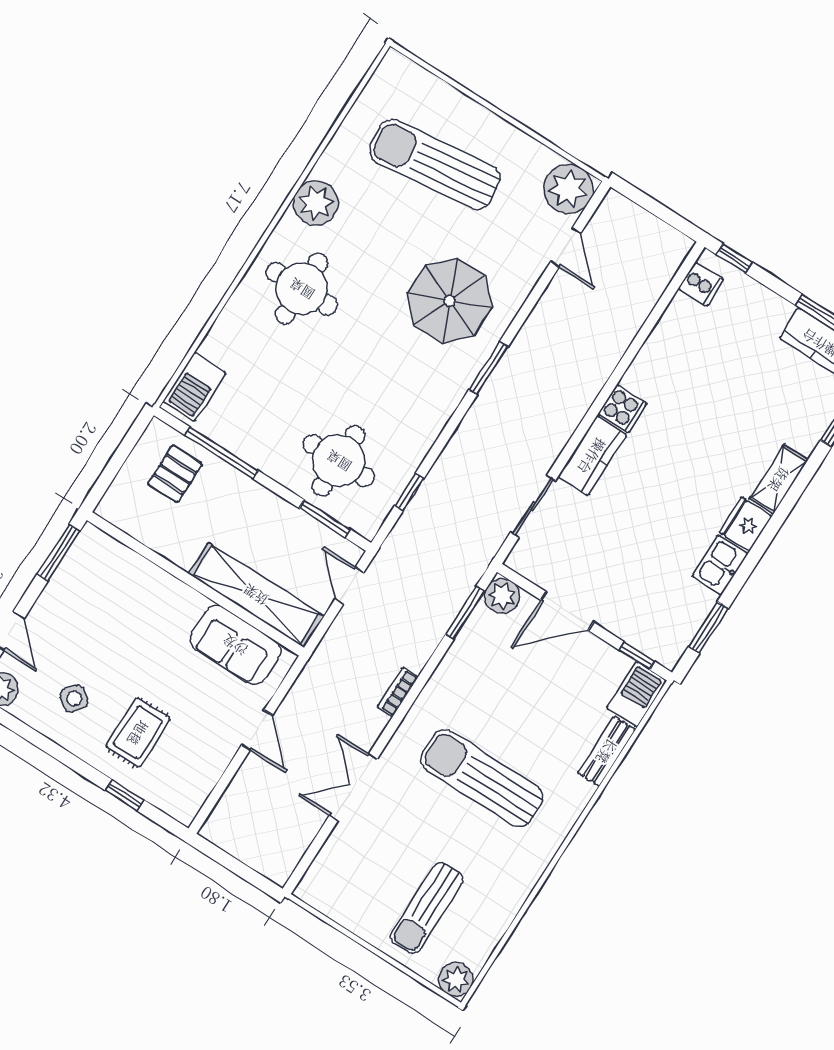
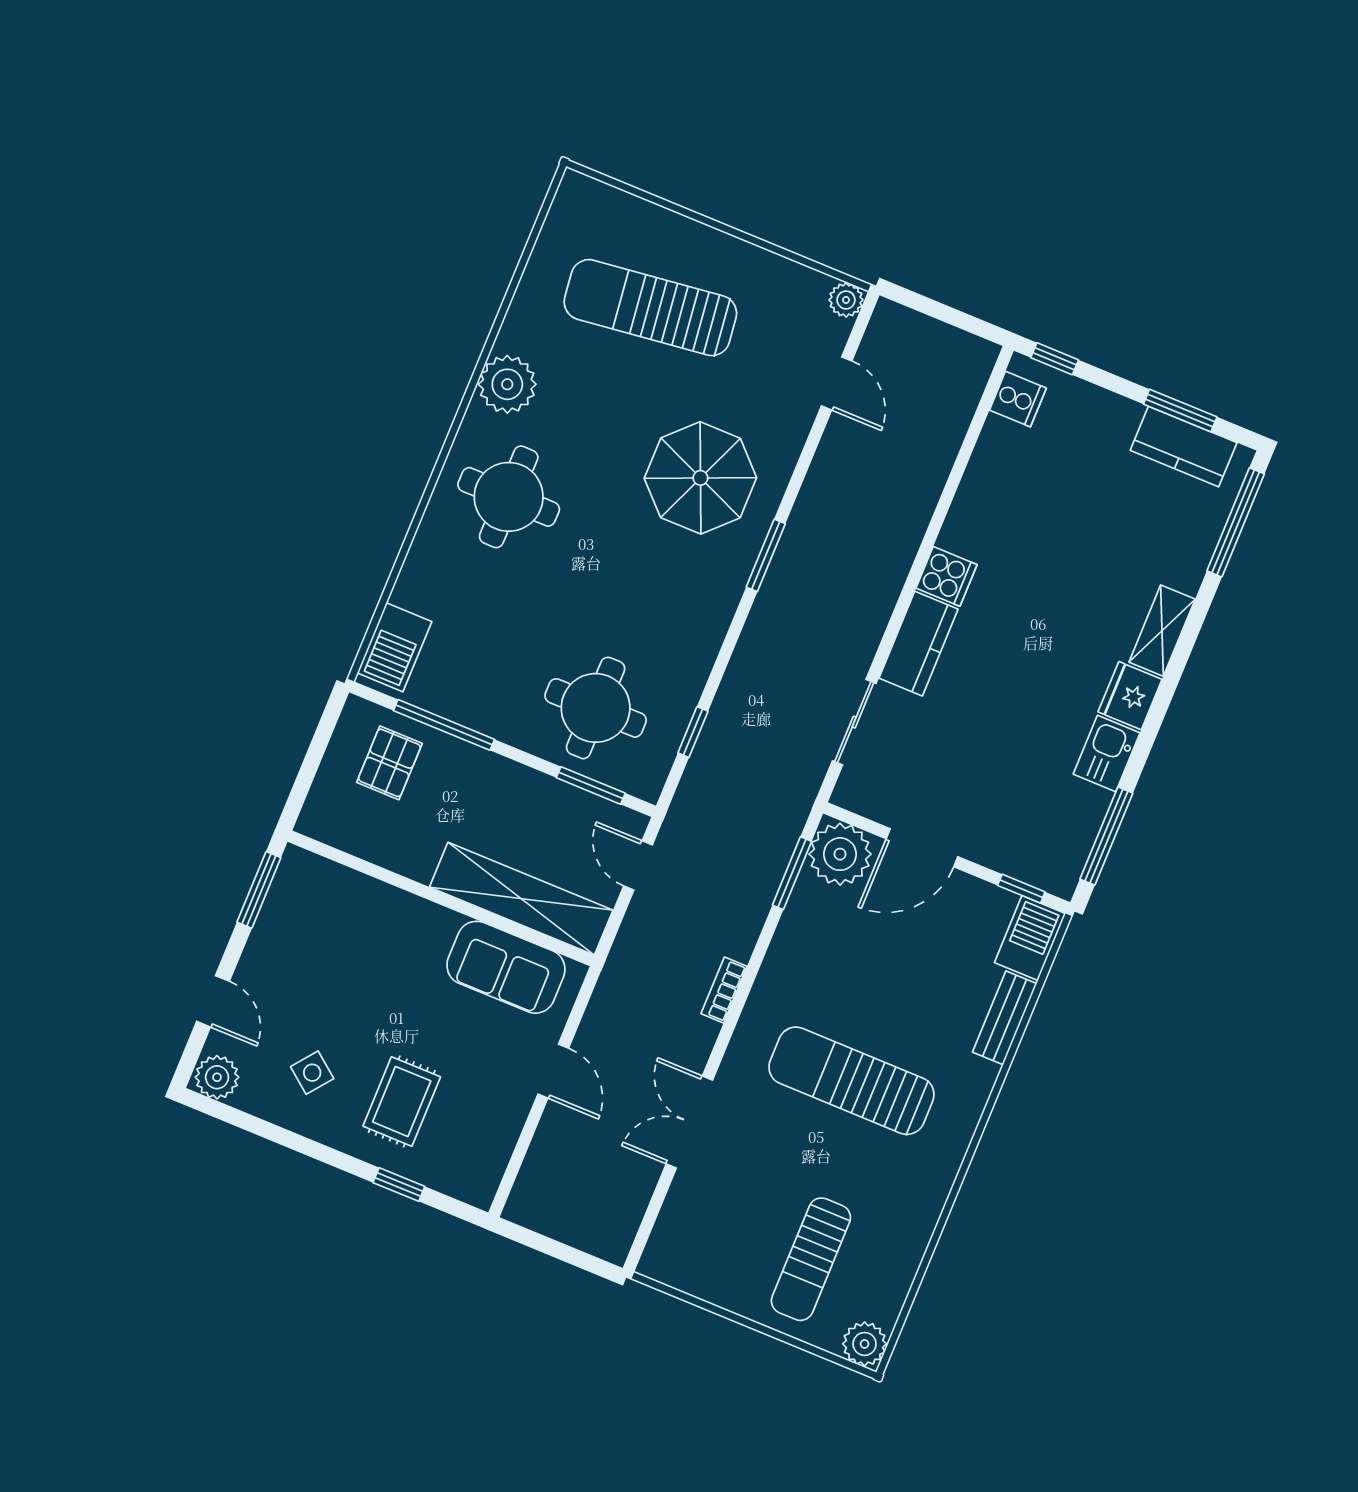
plant: (568, 189) -> (846, 300), width x0.53, depth x0.53
plant: (502, 596) -> (840, 854), width x1.36, depth x1.36
window: (708, 627) -> (1106, 836), width x1.44

